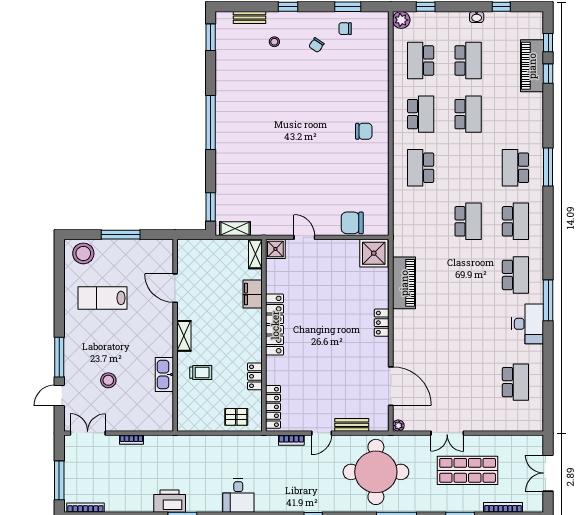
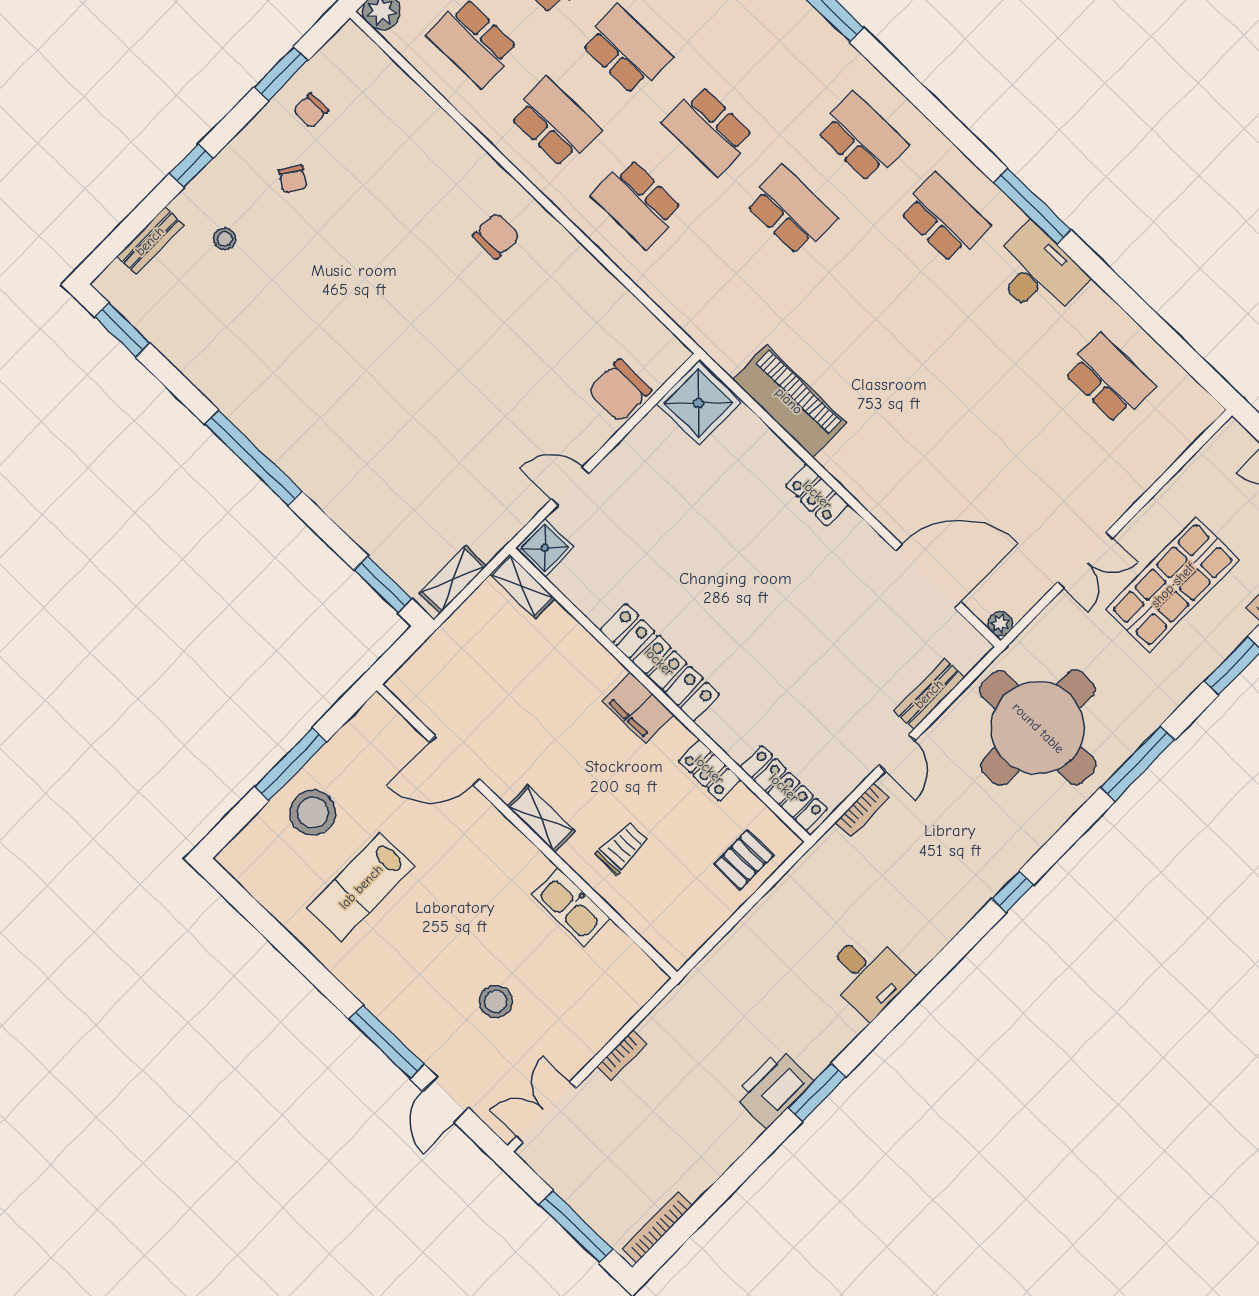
school desk: (515, 168) -> (709, 130), moved
stool: (83, 253) -> (313, 812), moved
filing cabinet: (253, 294) -> (638, 708), moved

